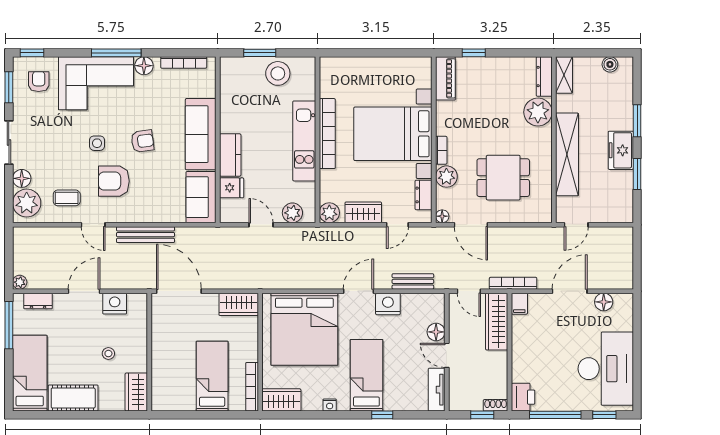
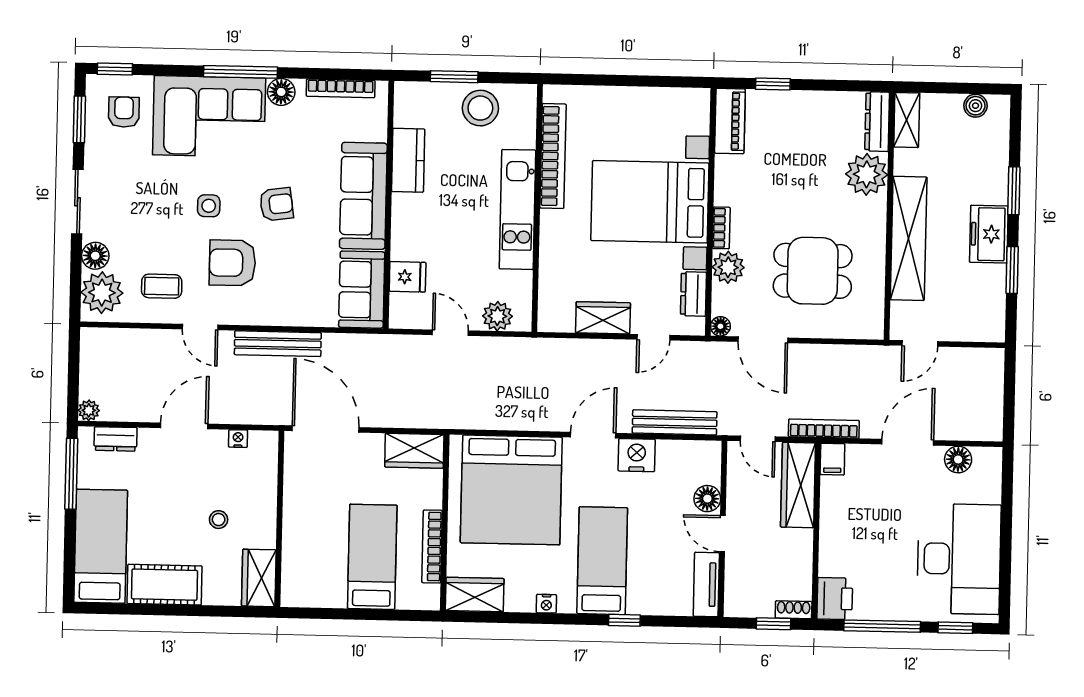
bookcase: (327, 134) -> (553, 156), moved
kitchen counter: (230, 155) -> (408, 160), moved
plant: (329, 213) -> (552, 317), removed
bench: (413, 281) -> (675, 422), width x1.36
nightstand: (115, 304) -> (238, 439), width x0.53, depth x0.56
bookcase: (252, 387) -> (432, 546), moved

